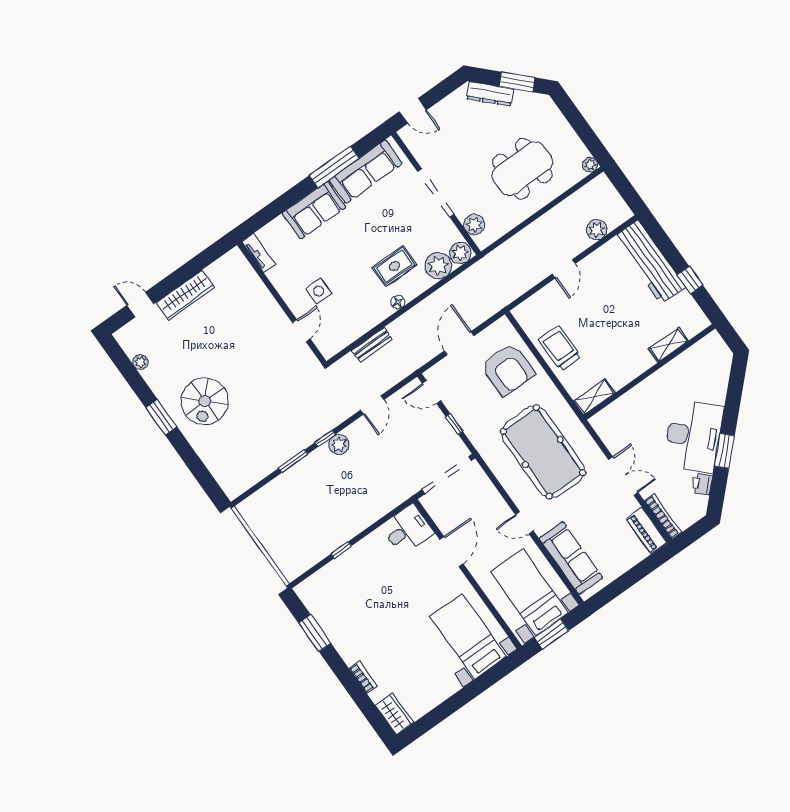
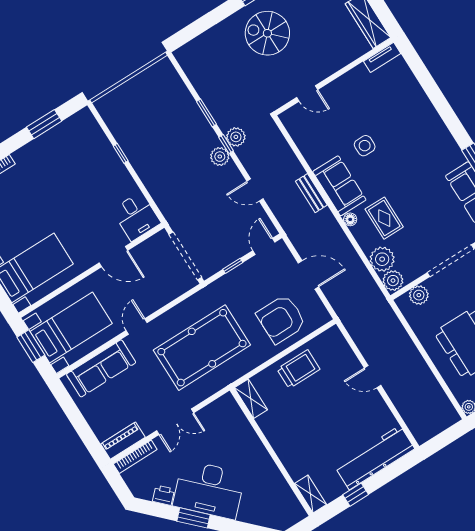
sofa: (314, 210) -> (339, 186), moved, turned 180
plant: (597, 230) -> (236, 137), moved
tv unit: (258, 253) -> (382, 57), moved
wall: (282, 303) -> (334, 77), moved
door: (301, 331) -> (307, 93), moved
shelving: (668, 345) -> (310, 494), moved

